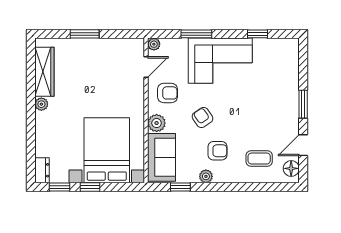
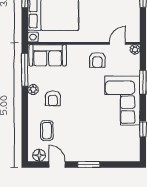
door: (146, 67) -> (117, 43), swing flipped
armchair: (203, 117) -> (78, 87), removed
plant: (157, 123) -> (74, 51), removed
window: (180, 187) -> (25, 70), width x2.17

